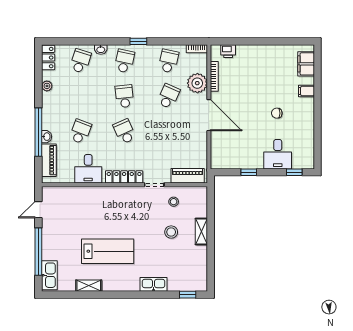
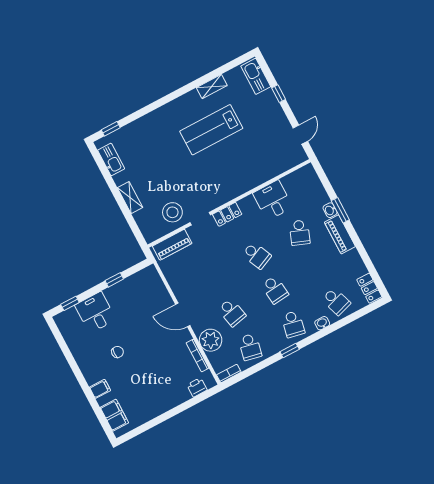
school desk: (80, 61) -> (336, 301), turned -36
plant: (47, 86) -> (356, 260), removed
school desk: (169, 96) -> (232, 313), turned -36
door: (209, 115) -> (183, 315), width x0.73
window: (38, 132) -> (340, 210), width x0.47
piano: (49, 160) -> (340, 234), moved
locker: (124, 177) -> (227, 214), width x0.66
stool: (174, 202) -> (172, 212), width x1.89, depth x1.89
stool: (171, 232) -> (159, 181), removed
window: (38, 252) -> (279, 94), width x0.32
kitchen sink: (154, 284) -> (111, 159), moved, turned -90

